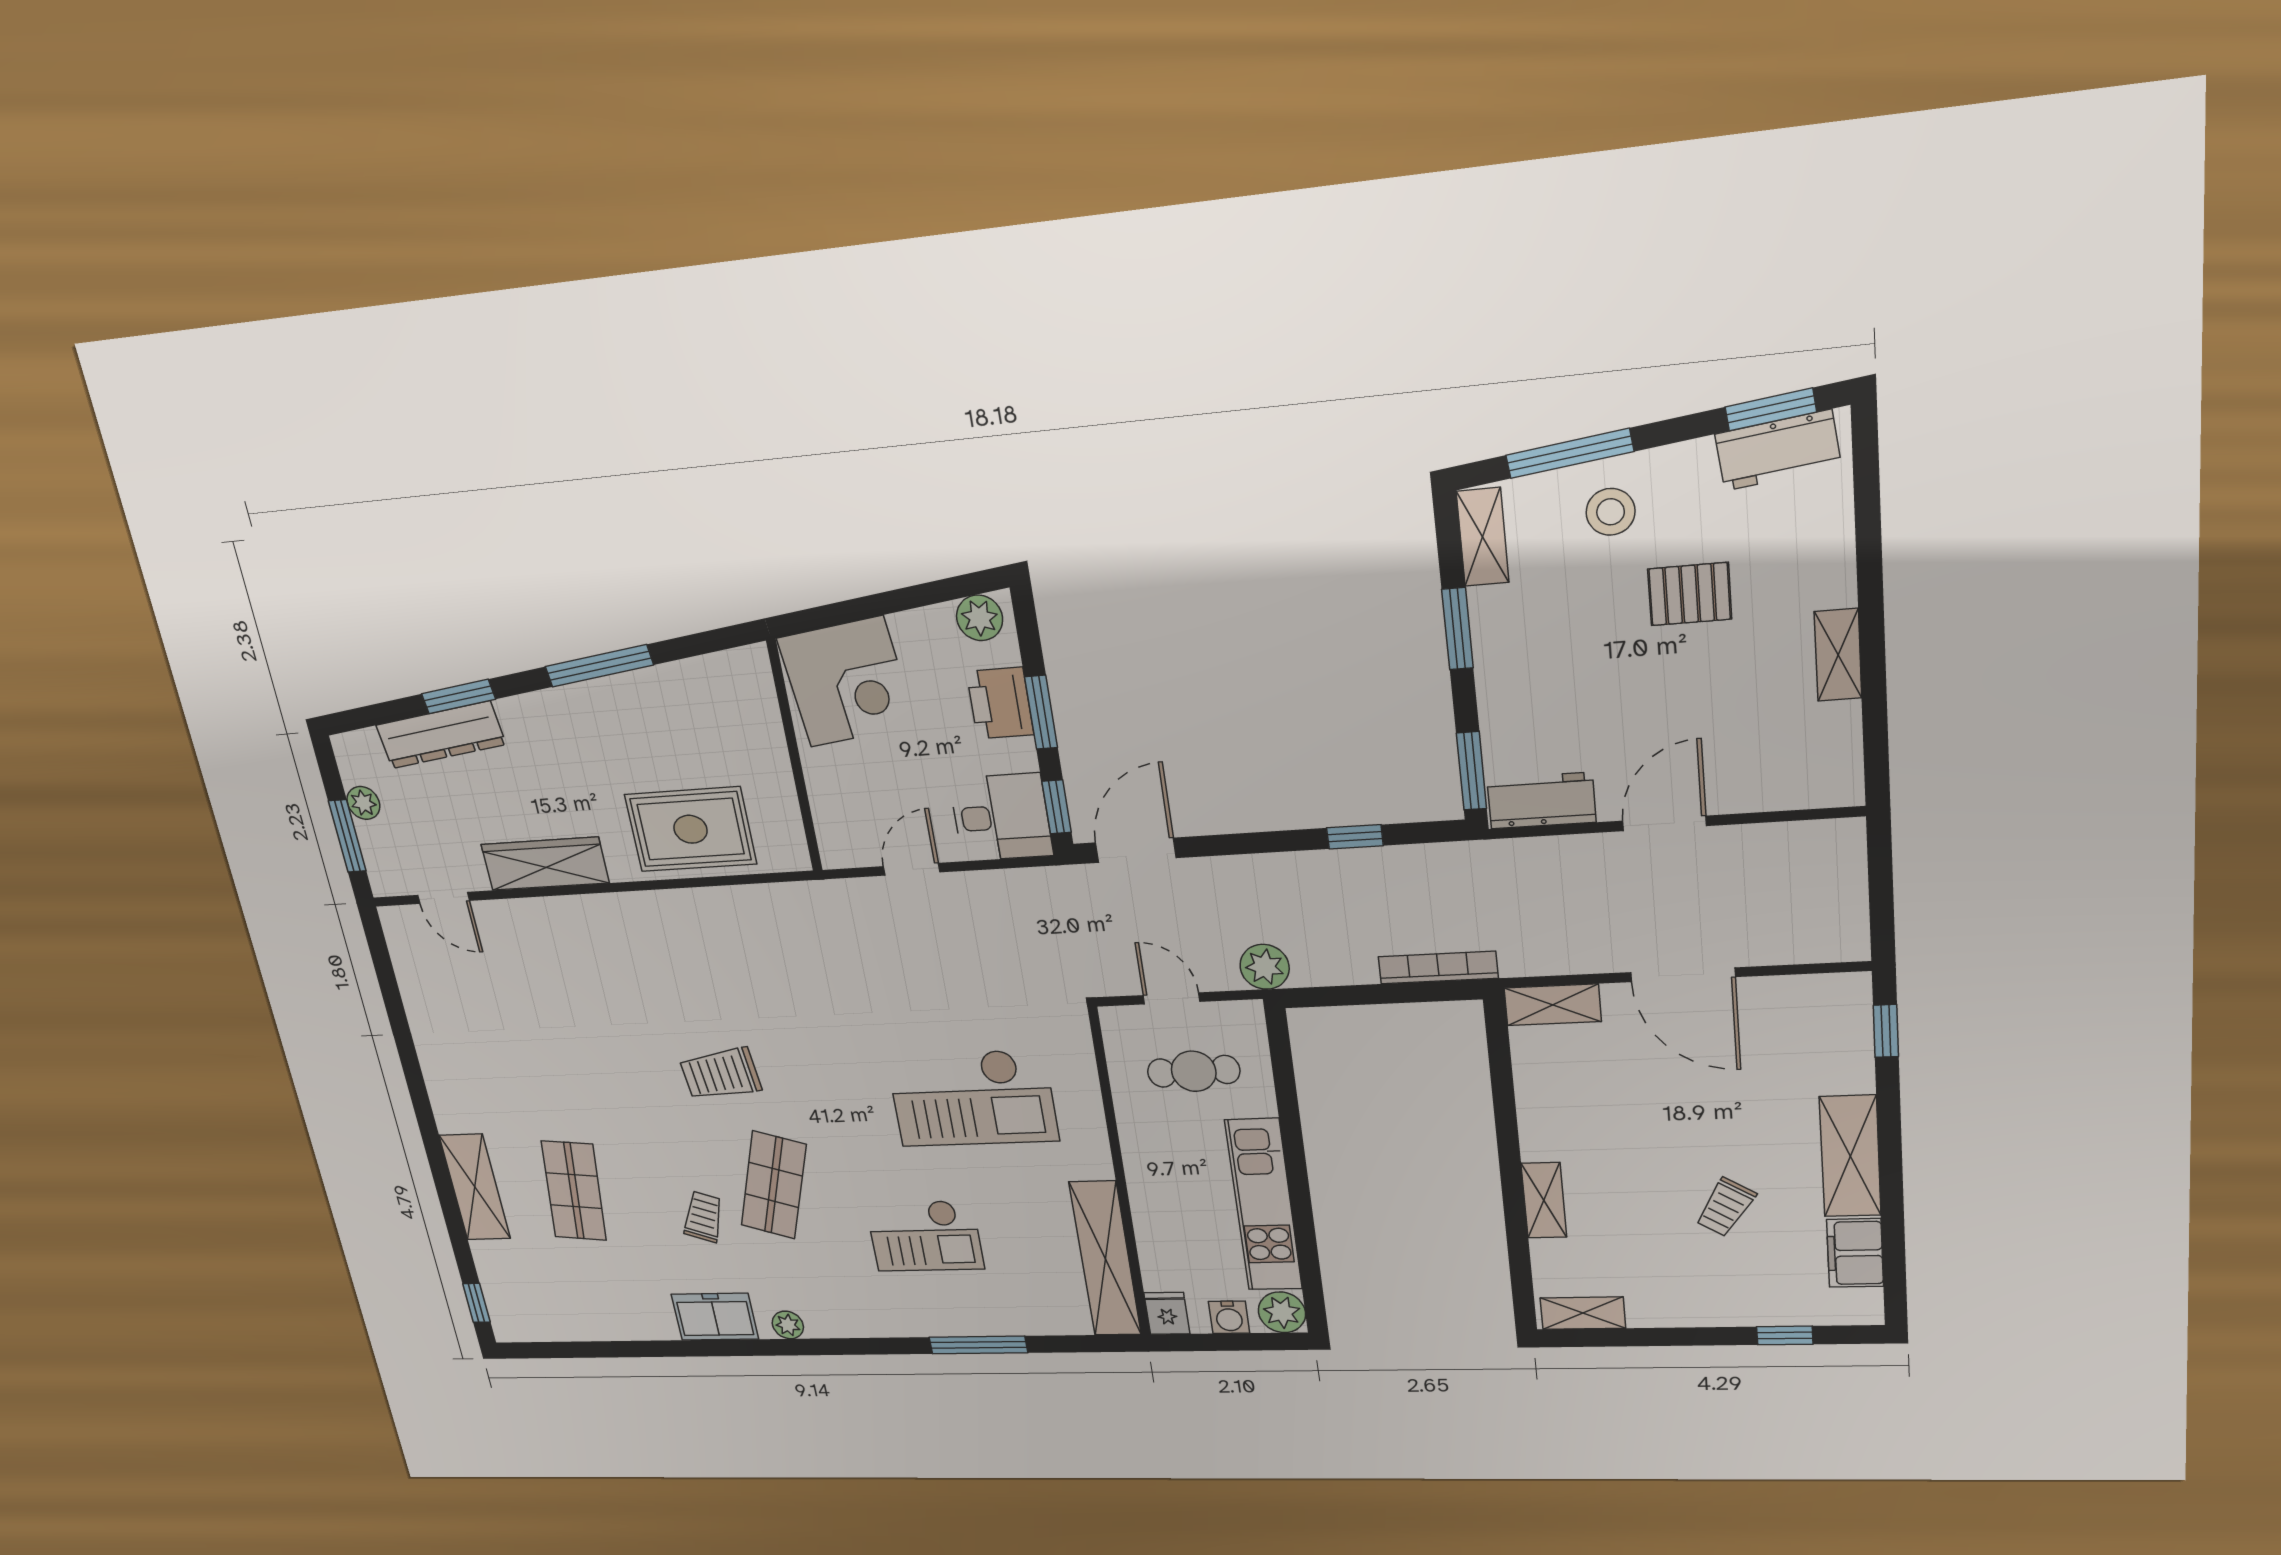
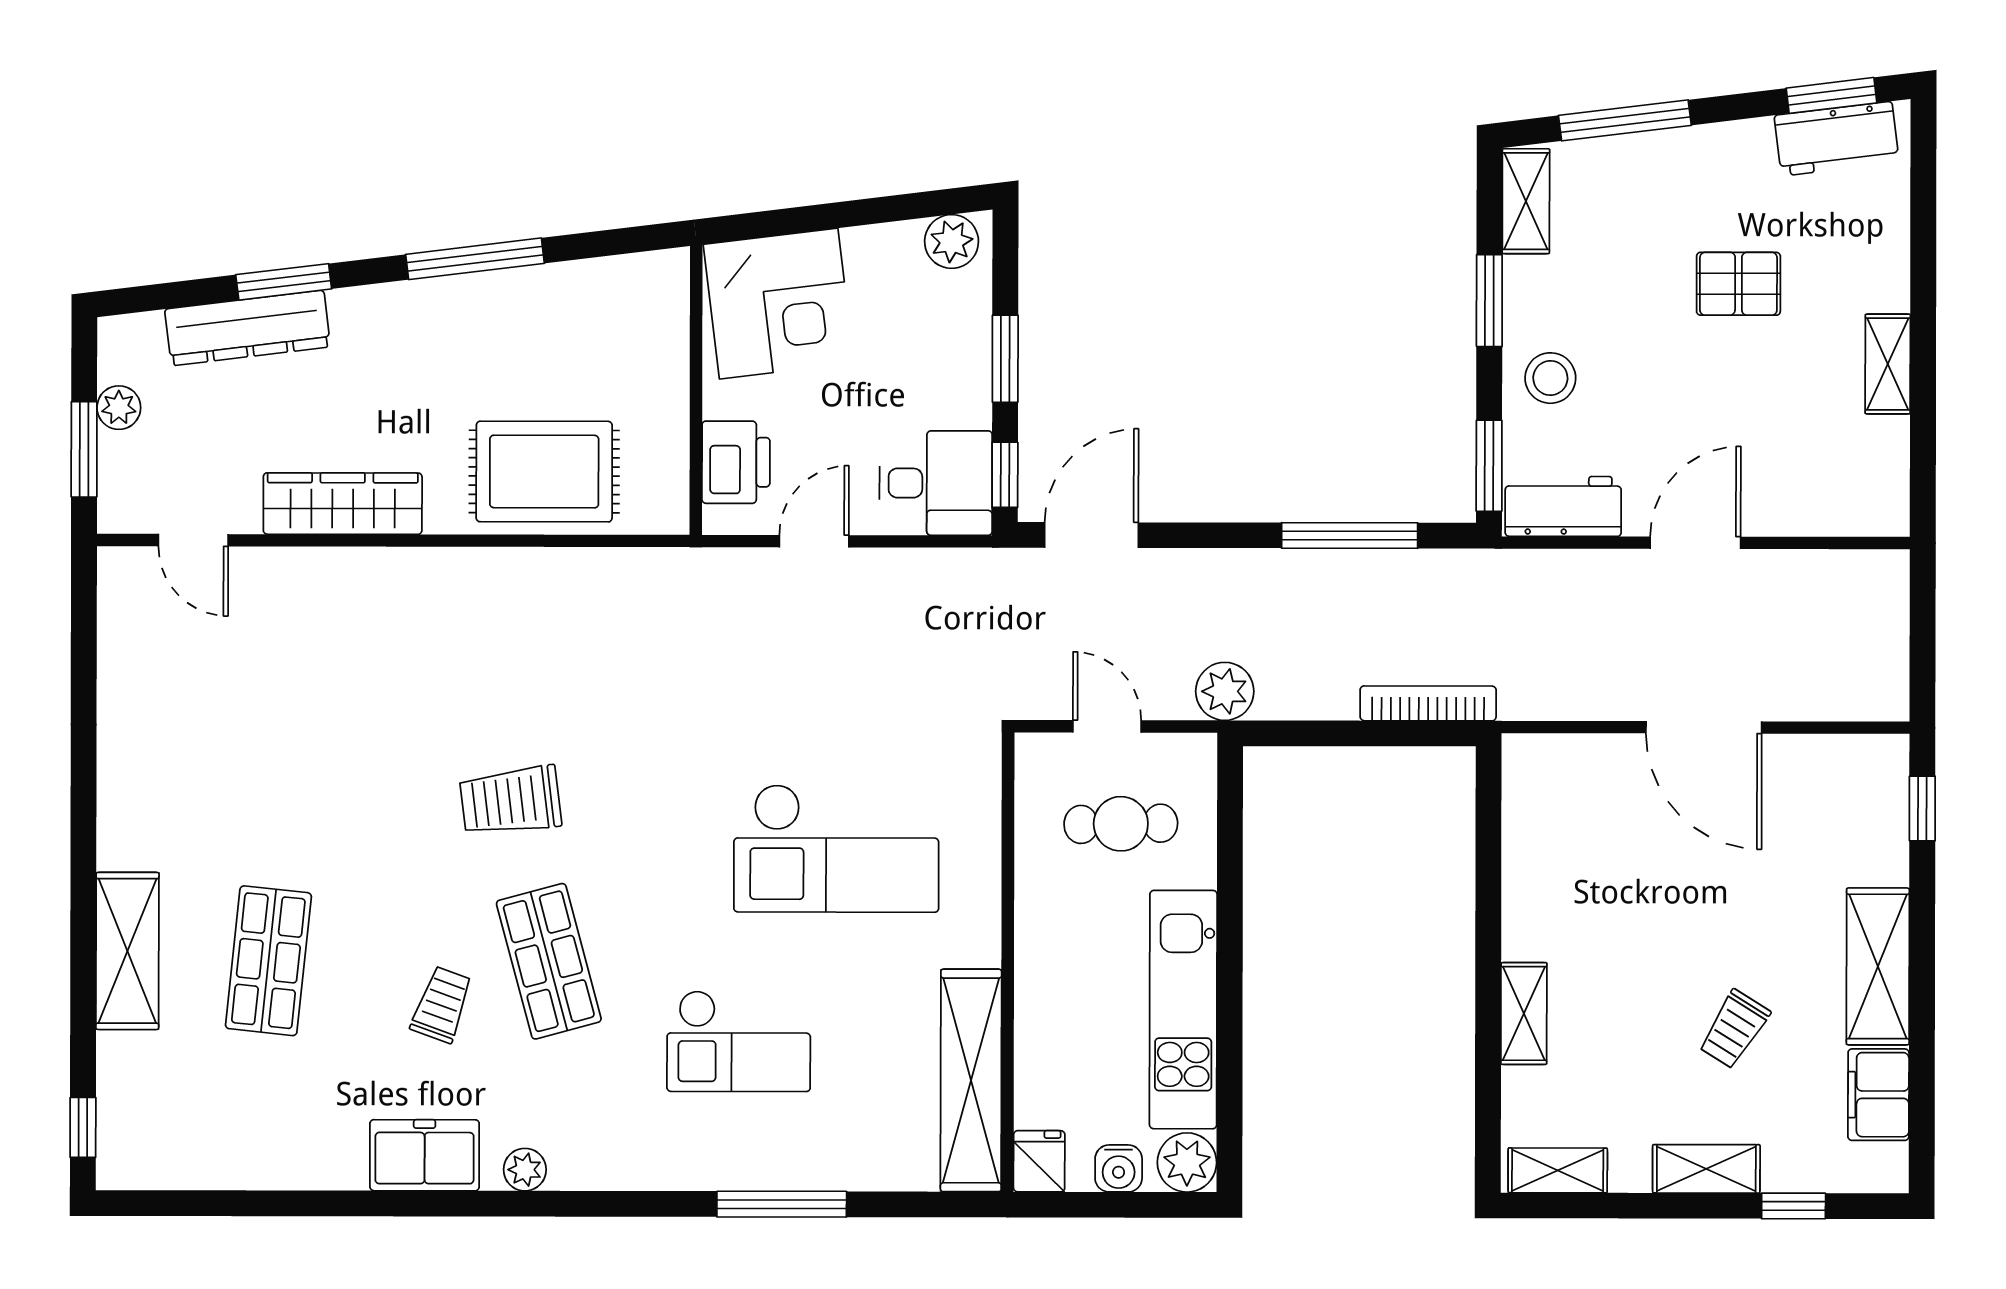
stool: (1611, 512) -> (1550, 378), moved
printer: (1000, 703) -> (736, 462), moved, turned 180
window: (1355, 837) -> (1350, 535), width x2.17
shelving: (1553, 1005) -> (1706, 1169), moved
shop shelf: (774, 1185) -> (549, 961), turned -33

